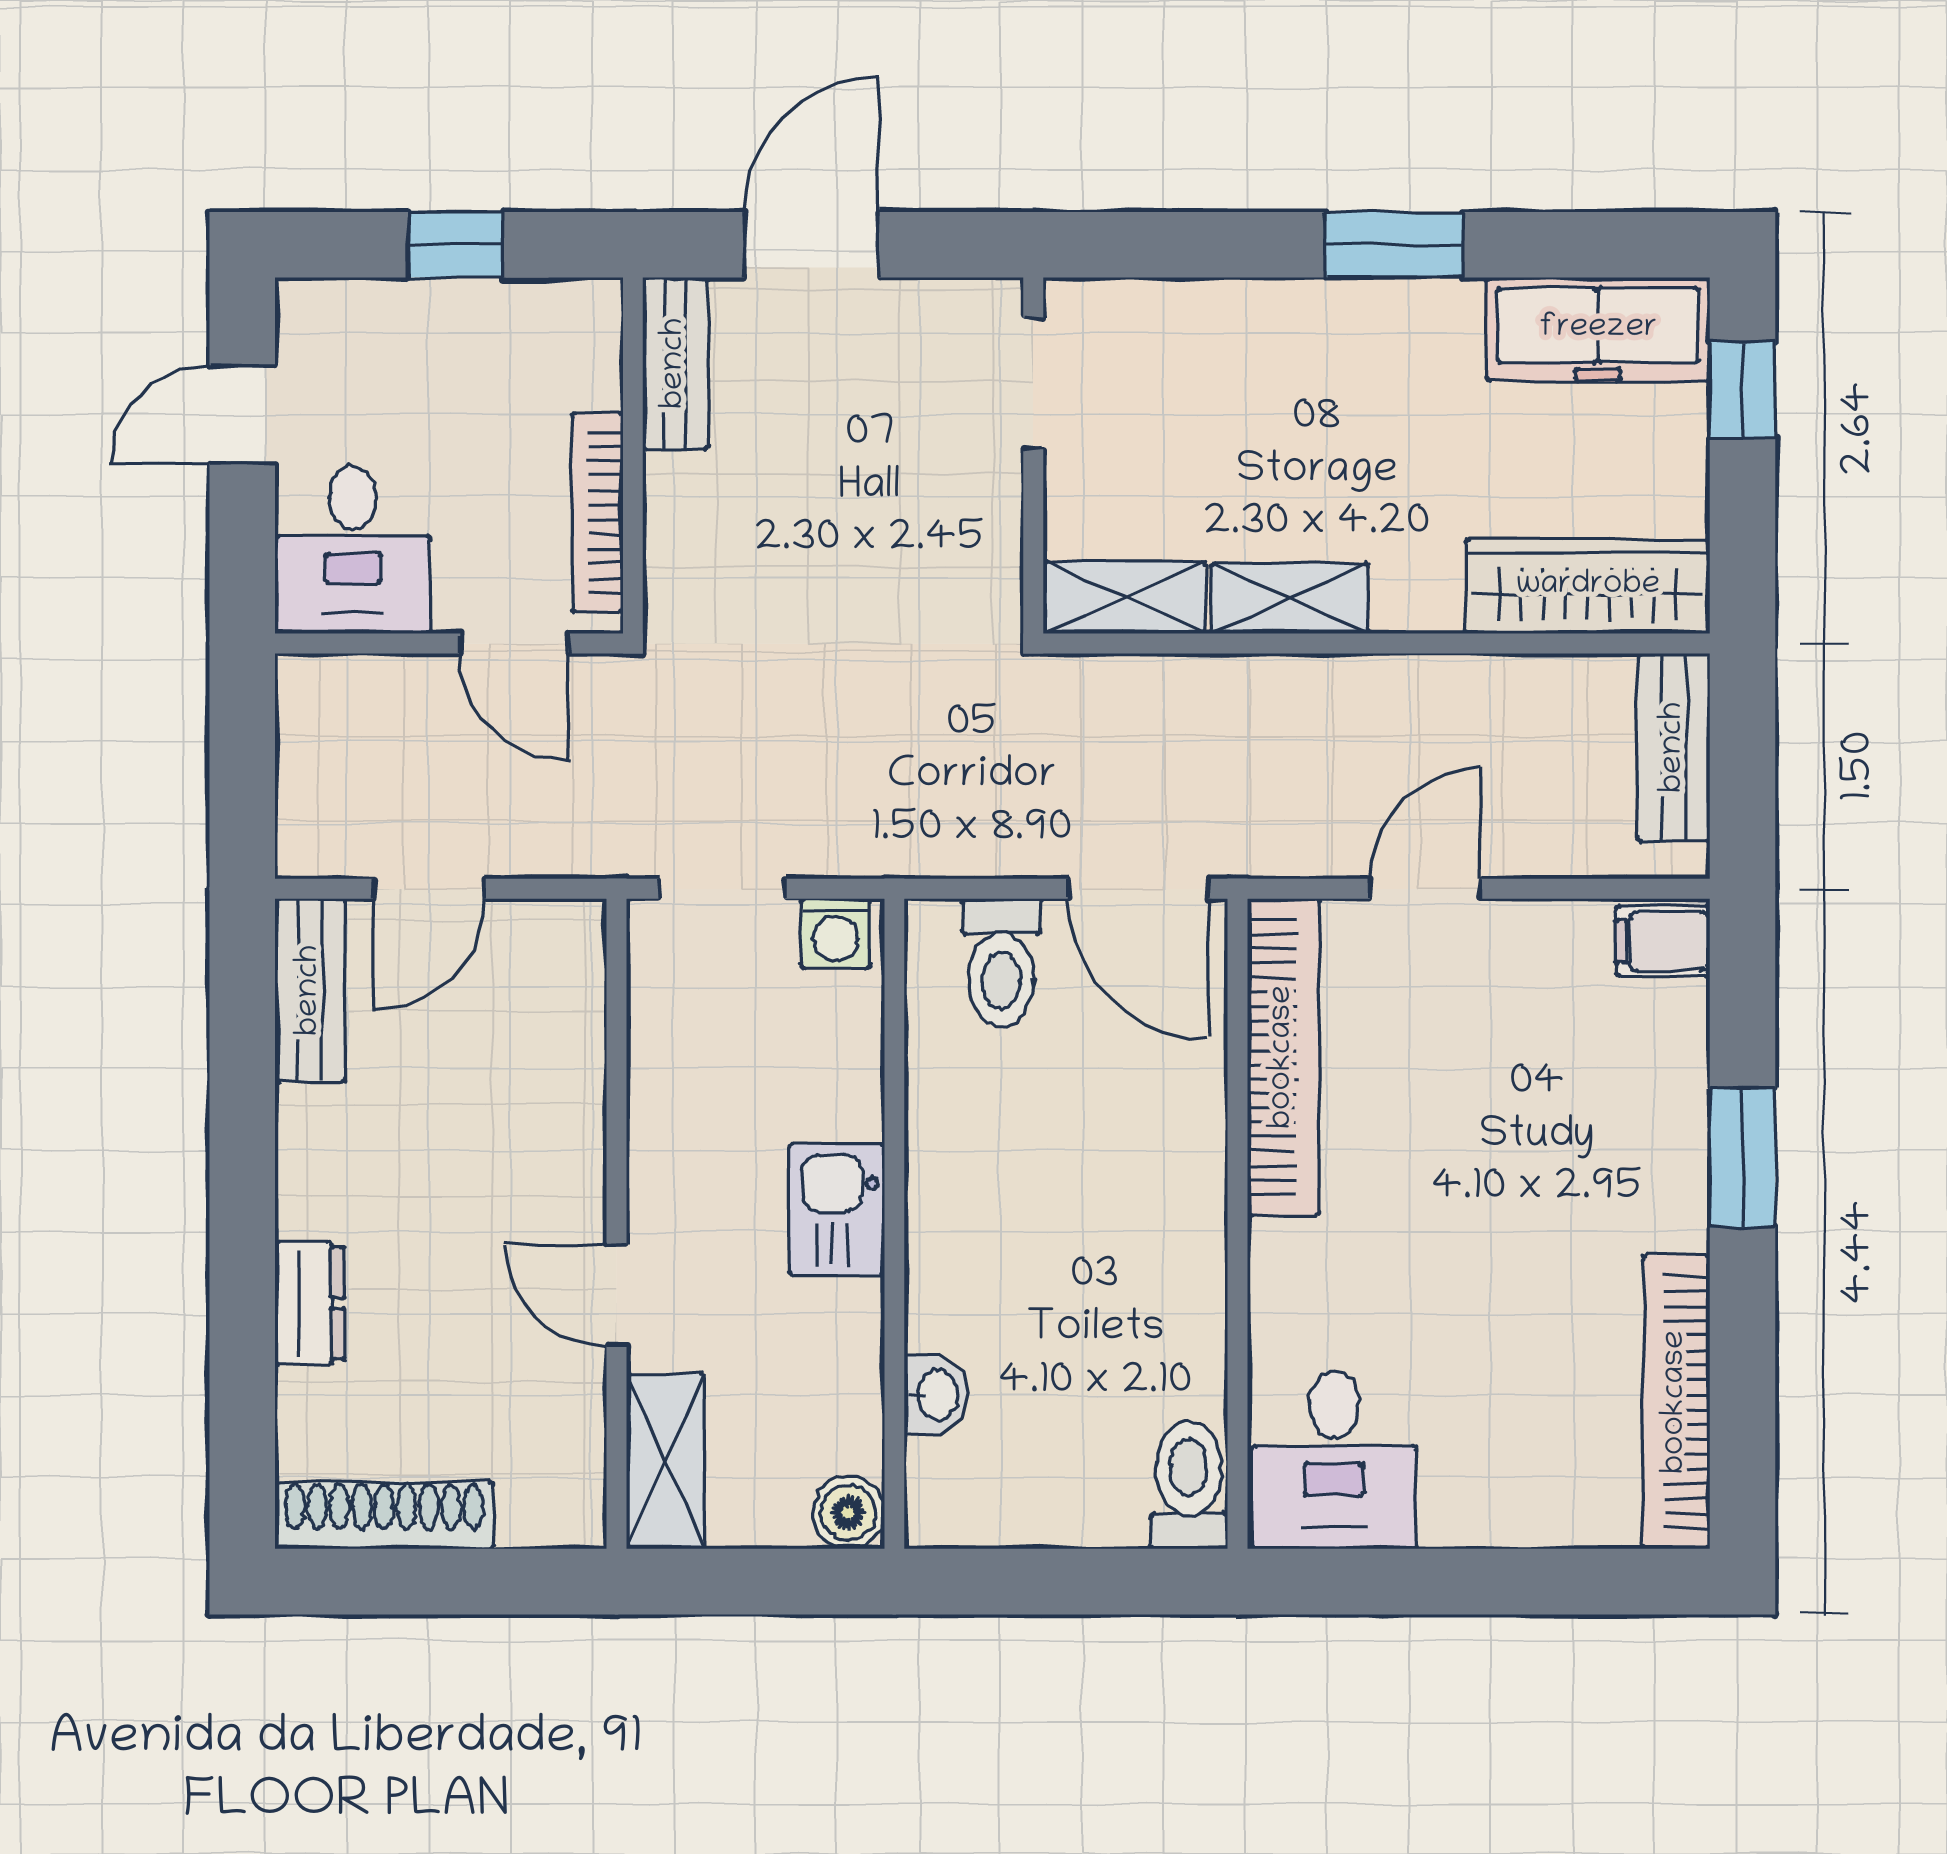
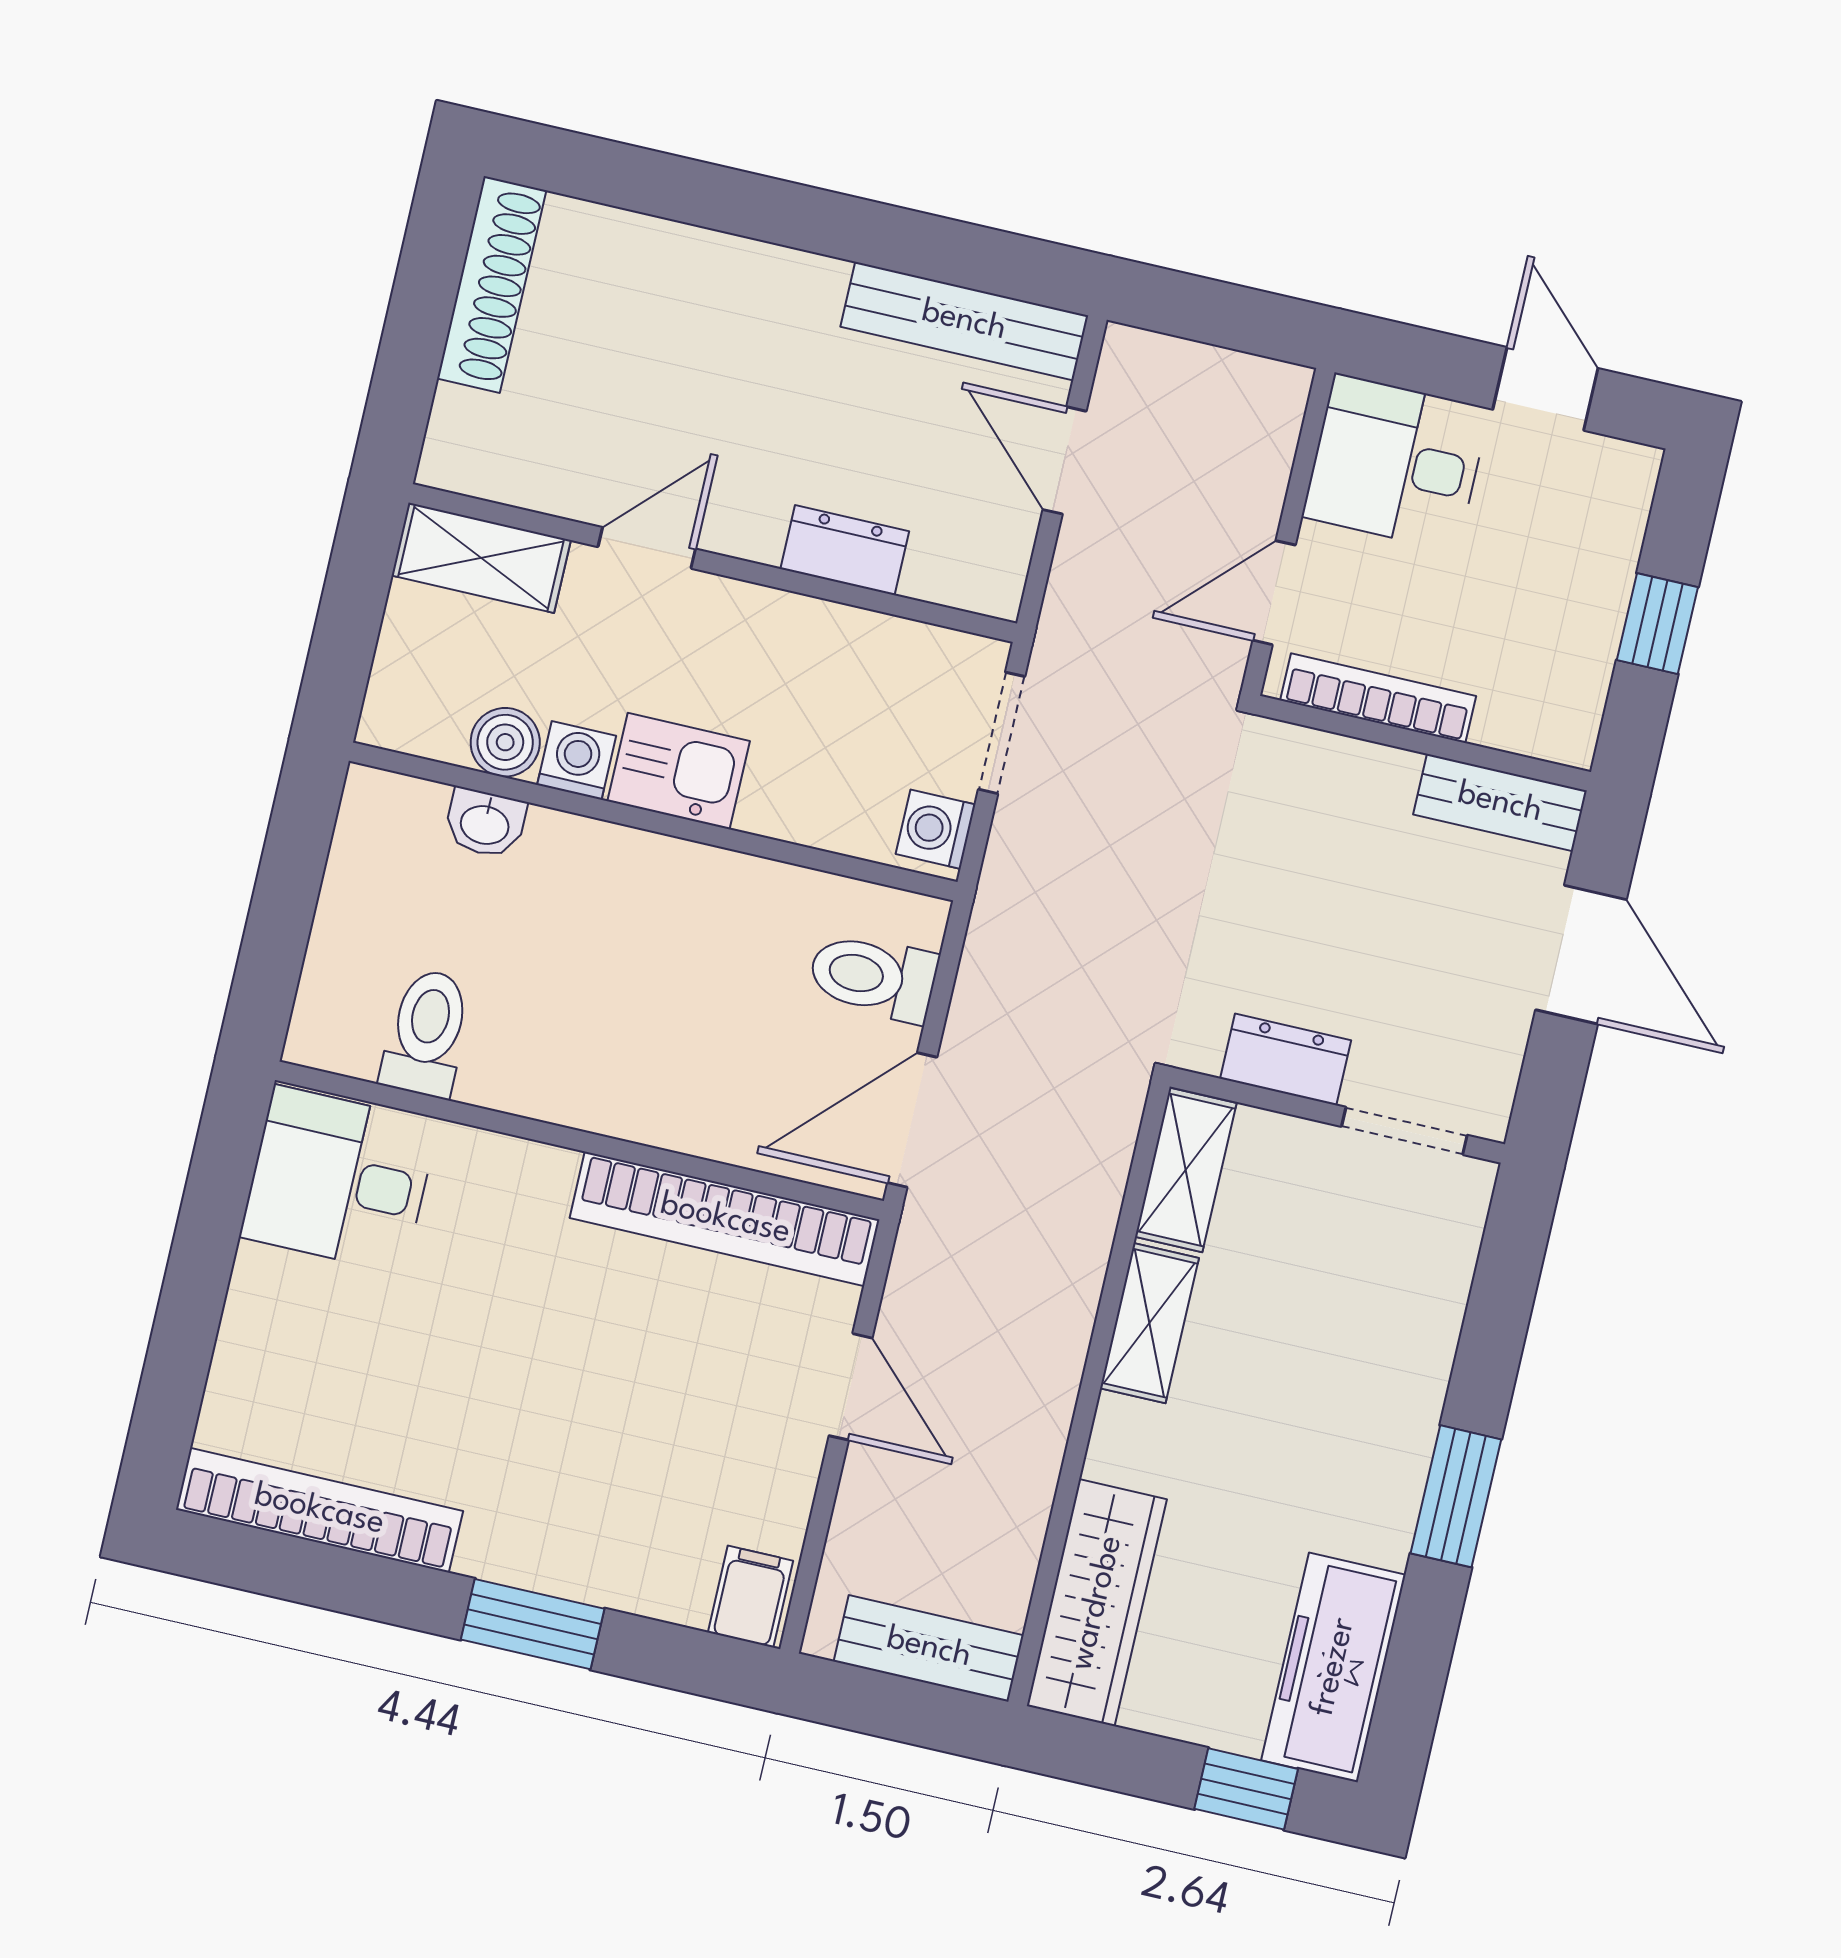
dresser: (988, 522) -> (1286, 1059), added
bench: (310, 990) -> (964, 321), width x1.36
dresser: (309, 1303) -> (845, 550), moved, turned 180
washing machine: (850, 1316) -> (577, 760), added
toilet: (1189, 1485) -> (427, 1033), moved, turned -90
boiler: (848, 1513) -> (505, 742), moved

